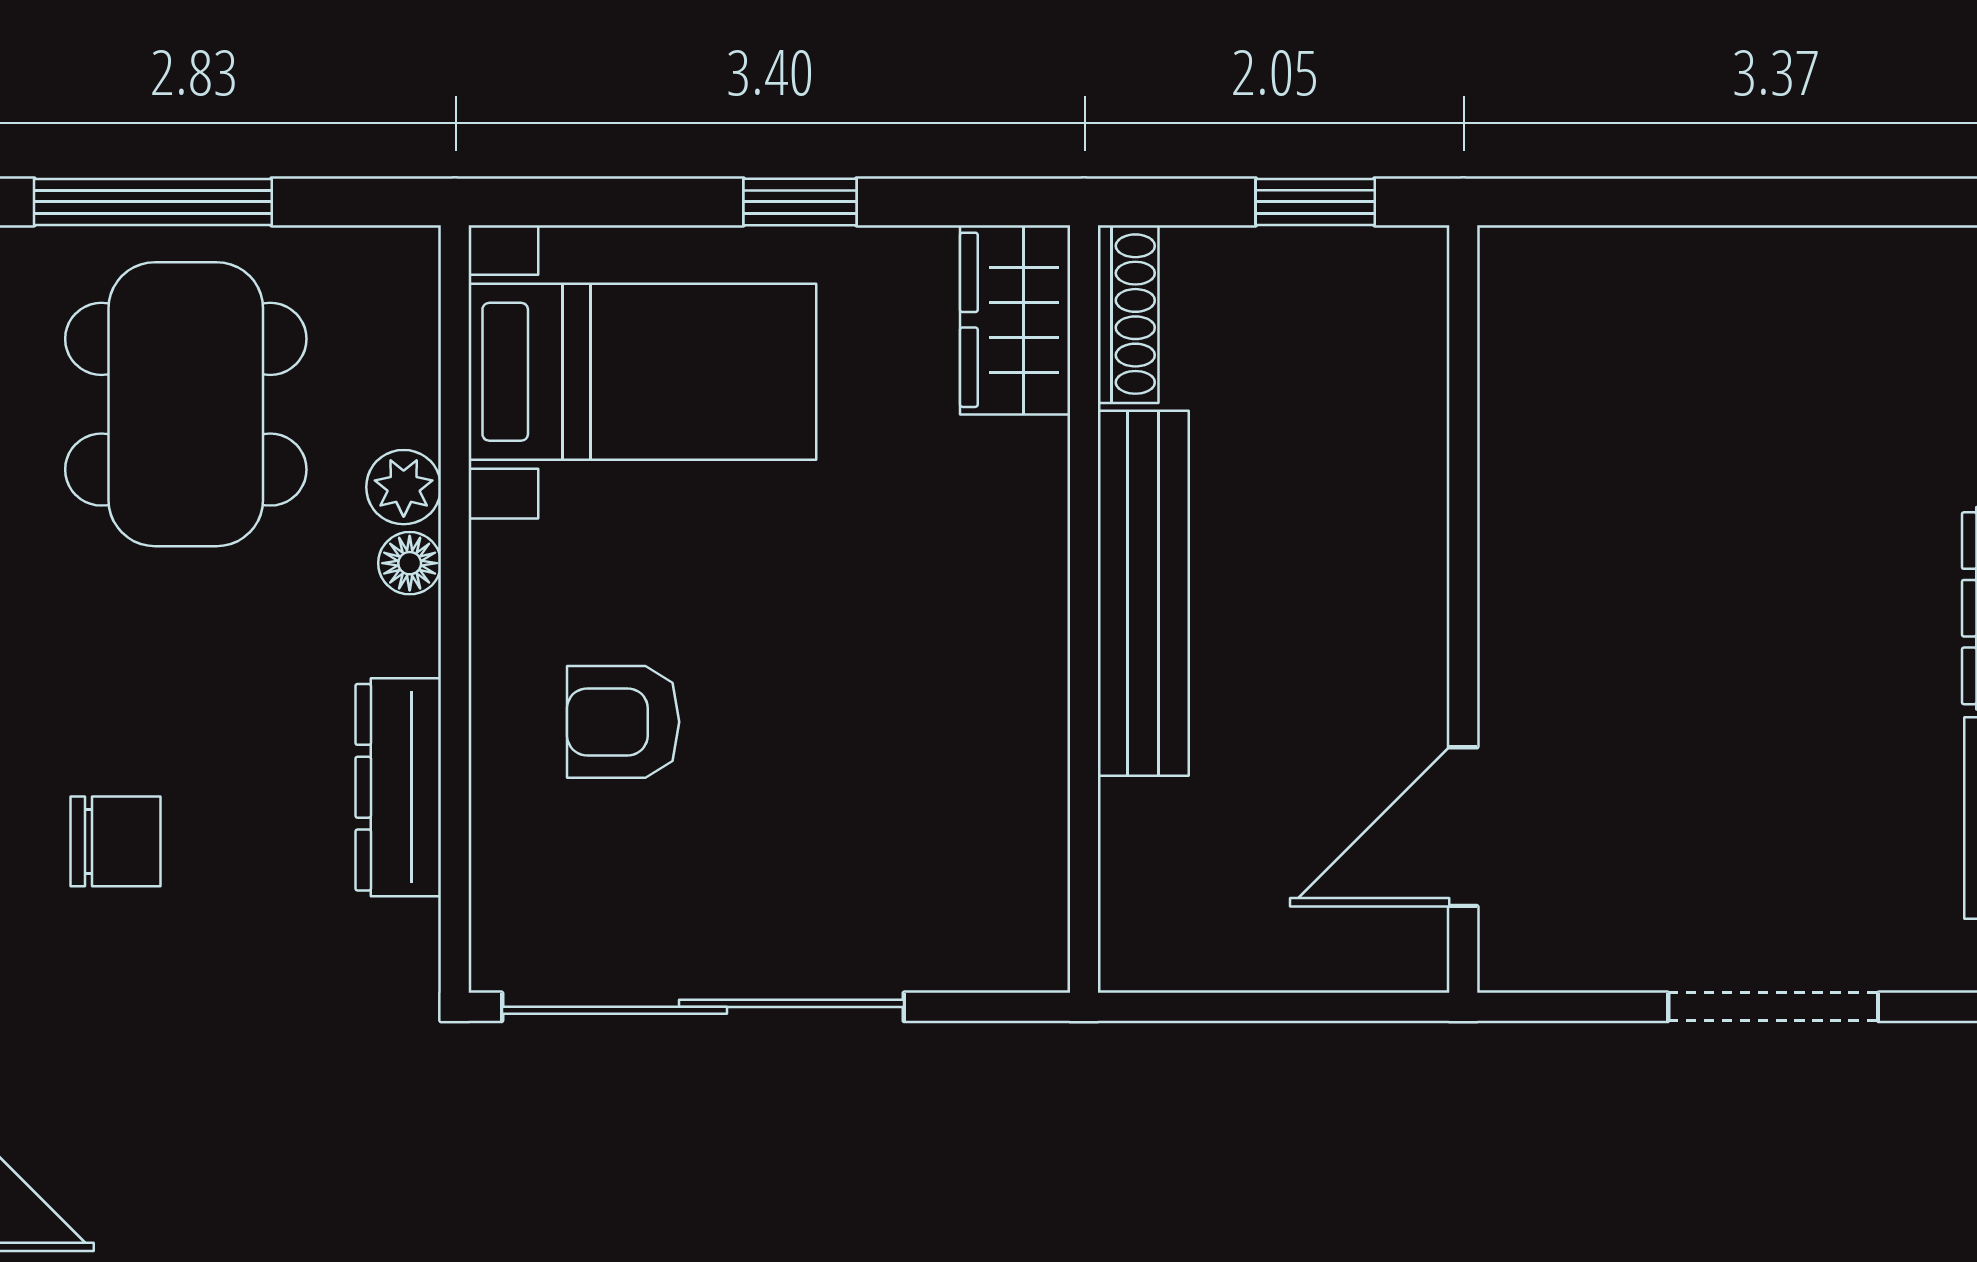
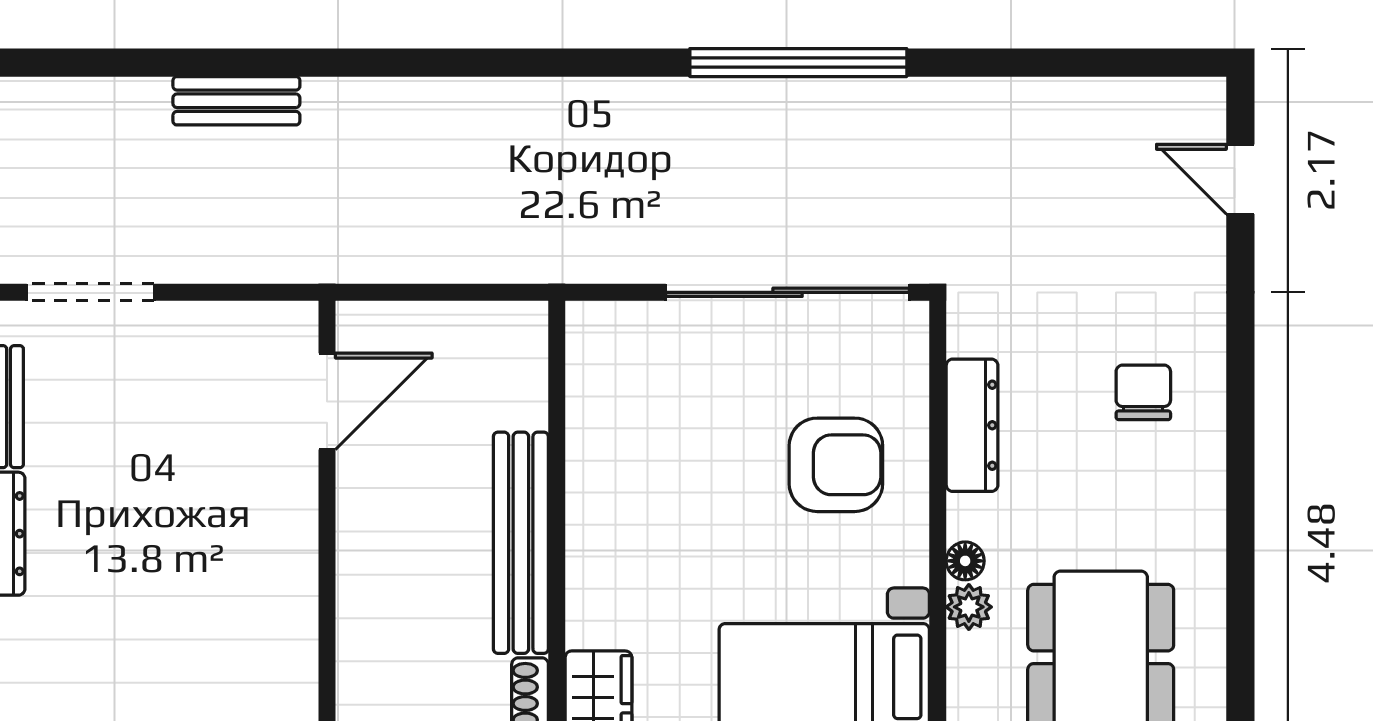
armchair: (623, 722) -> (836, 465), width x1.38, depth x1.38
chair: (115, 841) -> (1143, 392), turned 90
doorway: (1773, 1007) -> (90, 292), moved

